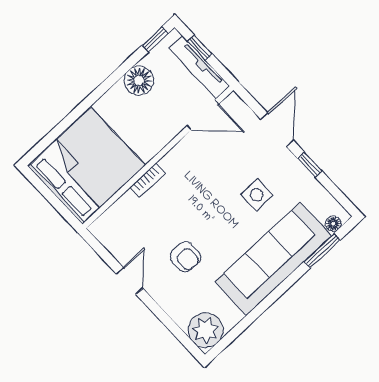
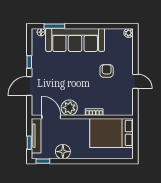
plant: (190, 153) -> (69, 108), added
bed: (87, 166) -> (112, 133), width x0.73
side table: (257, 195) -> (59, 69), removed
door: (129, 281) -> (135, 81), swing flipped
plant: (206, 330) -> (129, 33), width x0.53, depth x0.53

